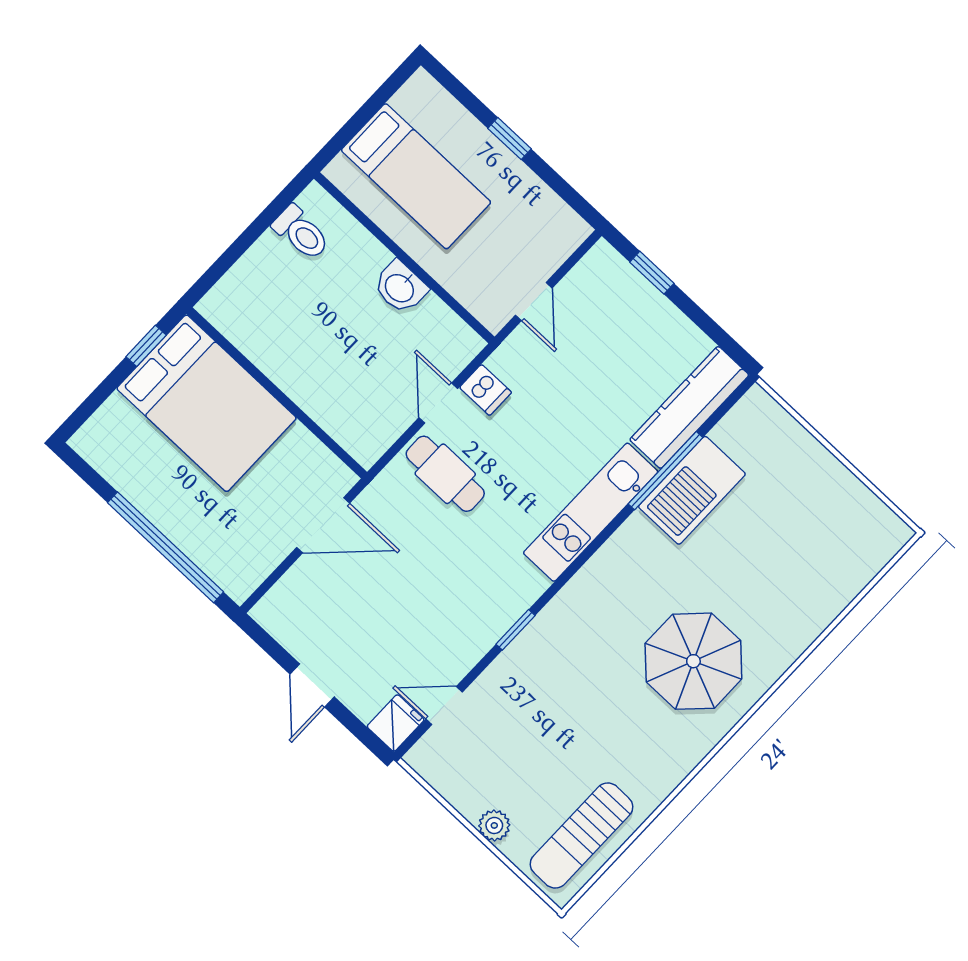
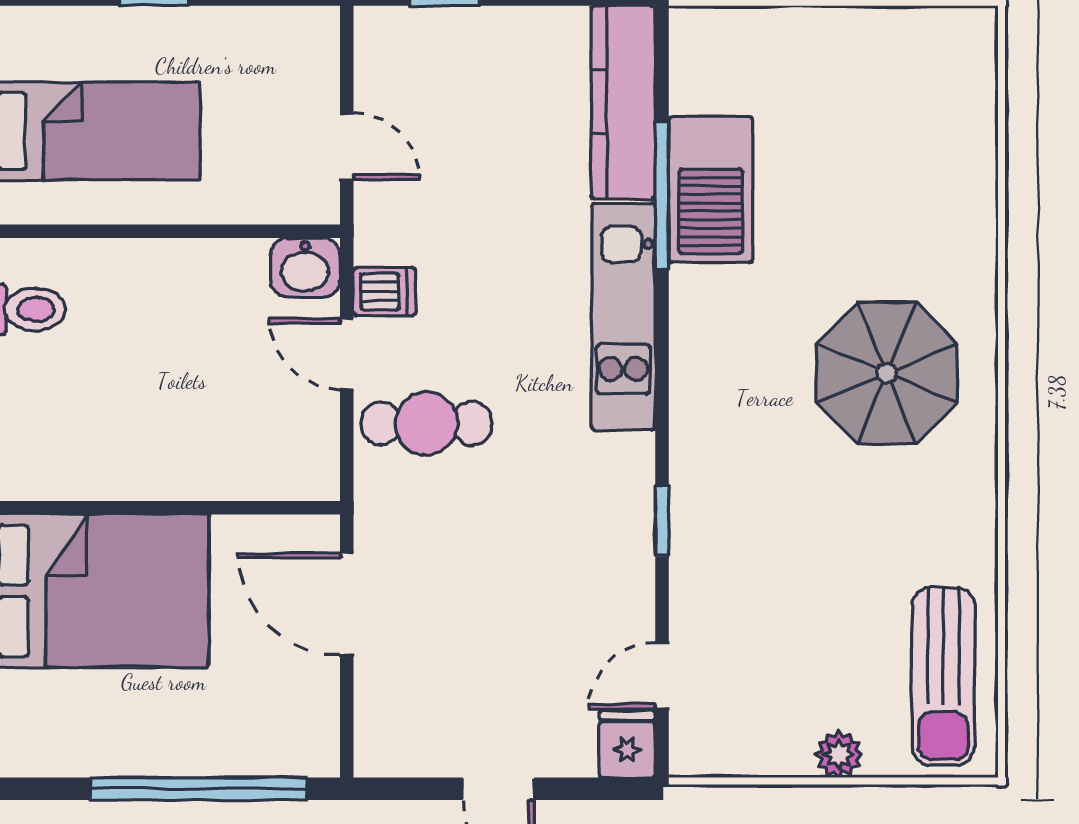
washbasin: (400, 287) -> (305, 268), moved
door: (323, 525) -> (347, 604), swing flipped

